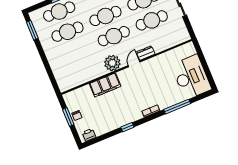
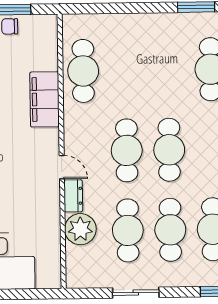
cafe table: (67, 32) -> (83, 71), moved
plant: (112, 63) -> (80, 229), moved

